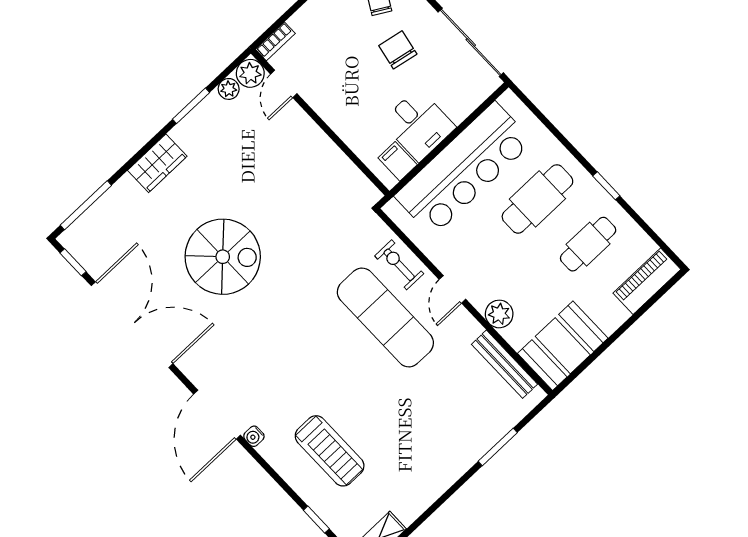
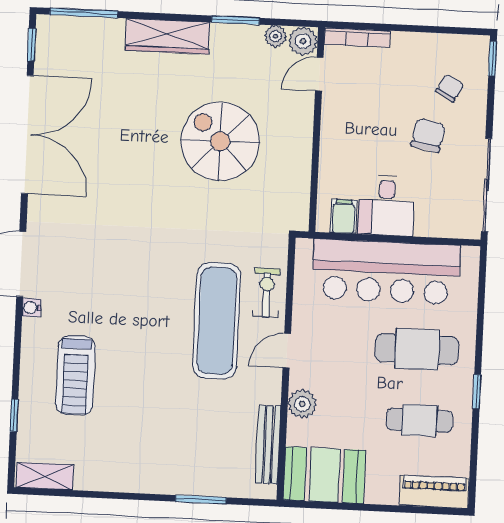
bookcase: (275, 41) -> (357, 38), width x1.56
wardrobe: (157, 163) -> (168, 36), width x1.50
spiral stairs: (223, 257) -> (220, 141), moved, turned 180

